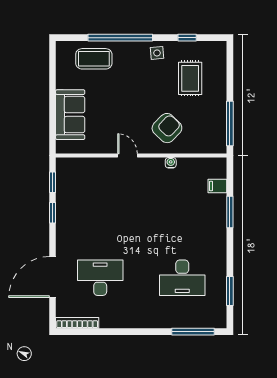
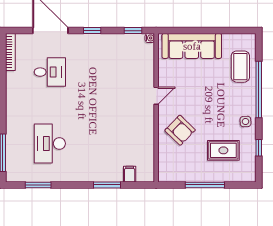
sofa: (70, 115) -> (192, 46), width x1.36
window: (230, 123) -> (205, 185), moved
water cooler: (171, 163) -> (150, 38), moved
window: (52, 213) -> (92, 31), moved
desk: (100, 278) -> (50, 72), width x0.73

